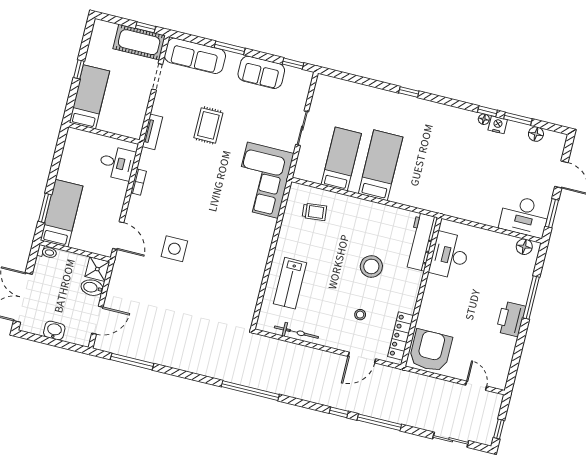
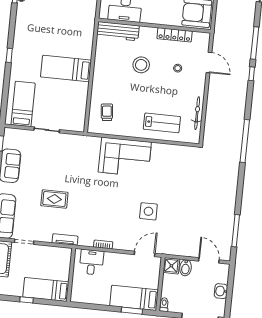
bed: (341, 159) -> (23, 104), moved, turned 90
corner sofa: (263, 180) -> (125, 157), moved
locker: (401, 336) -> (175, 35), moved

